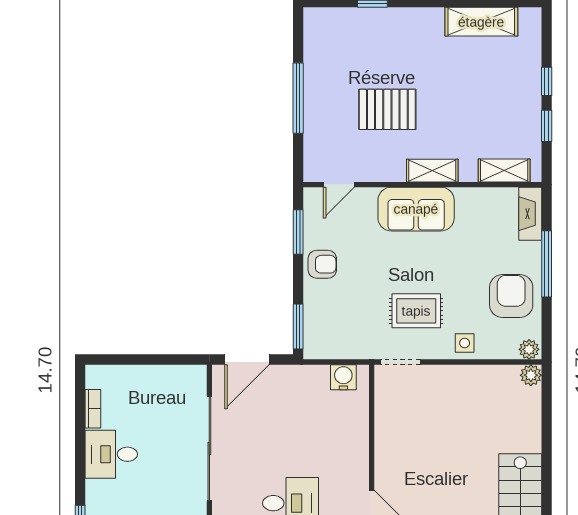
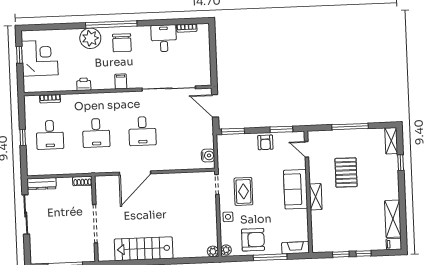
filing cabinet: (531, 22) -> (394, 244), added
shelving: (504, 170) -> (391, 141), moved

